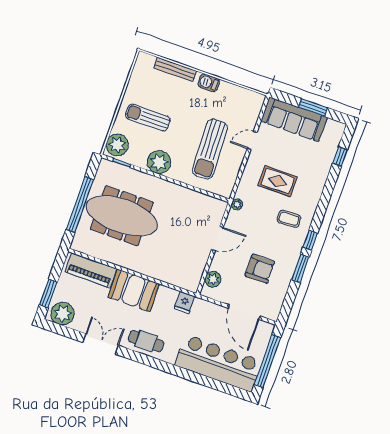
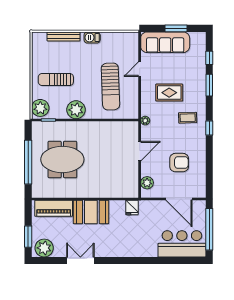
meeting table: (122, 216) -> (62, 159), width x0.73
window: (300, 268) -> (209, 85), moved
cafe table: (146, 341) -> (114, 246), removed
bar counter: (218, 363) -> (182, 244), width x0.73

